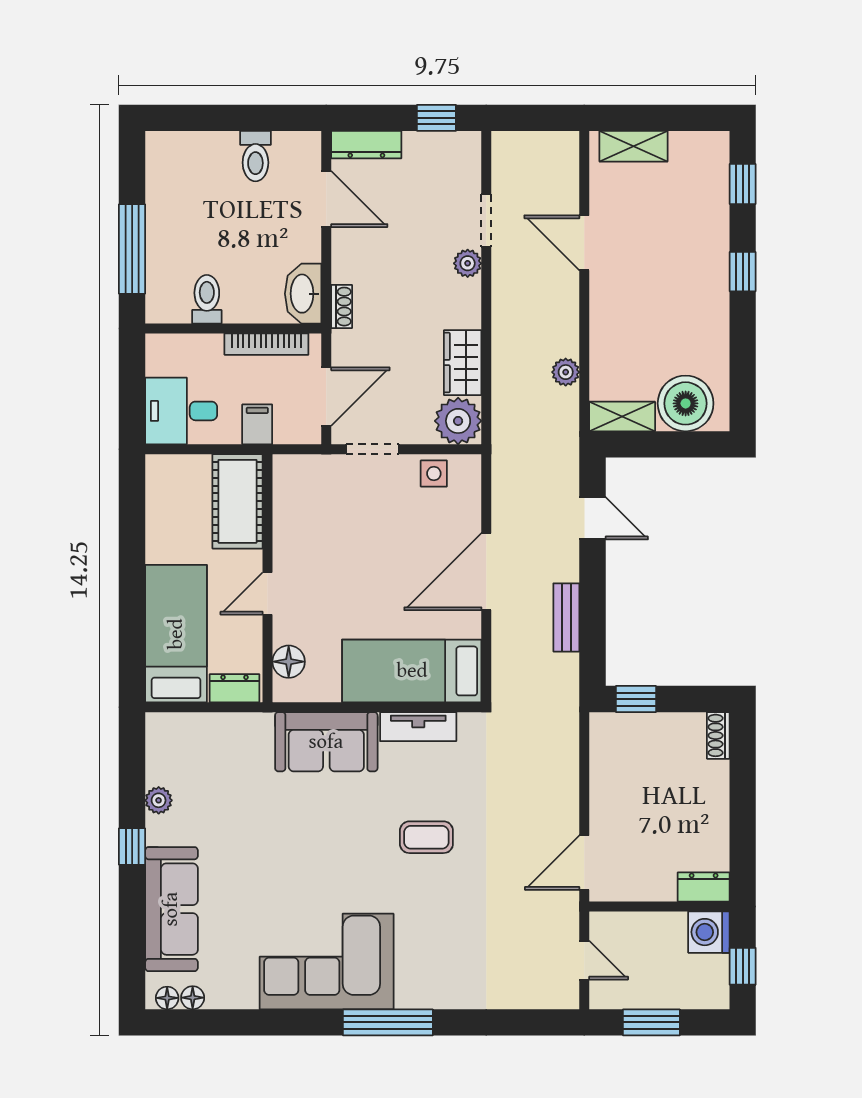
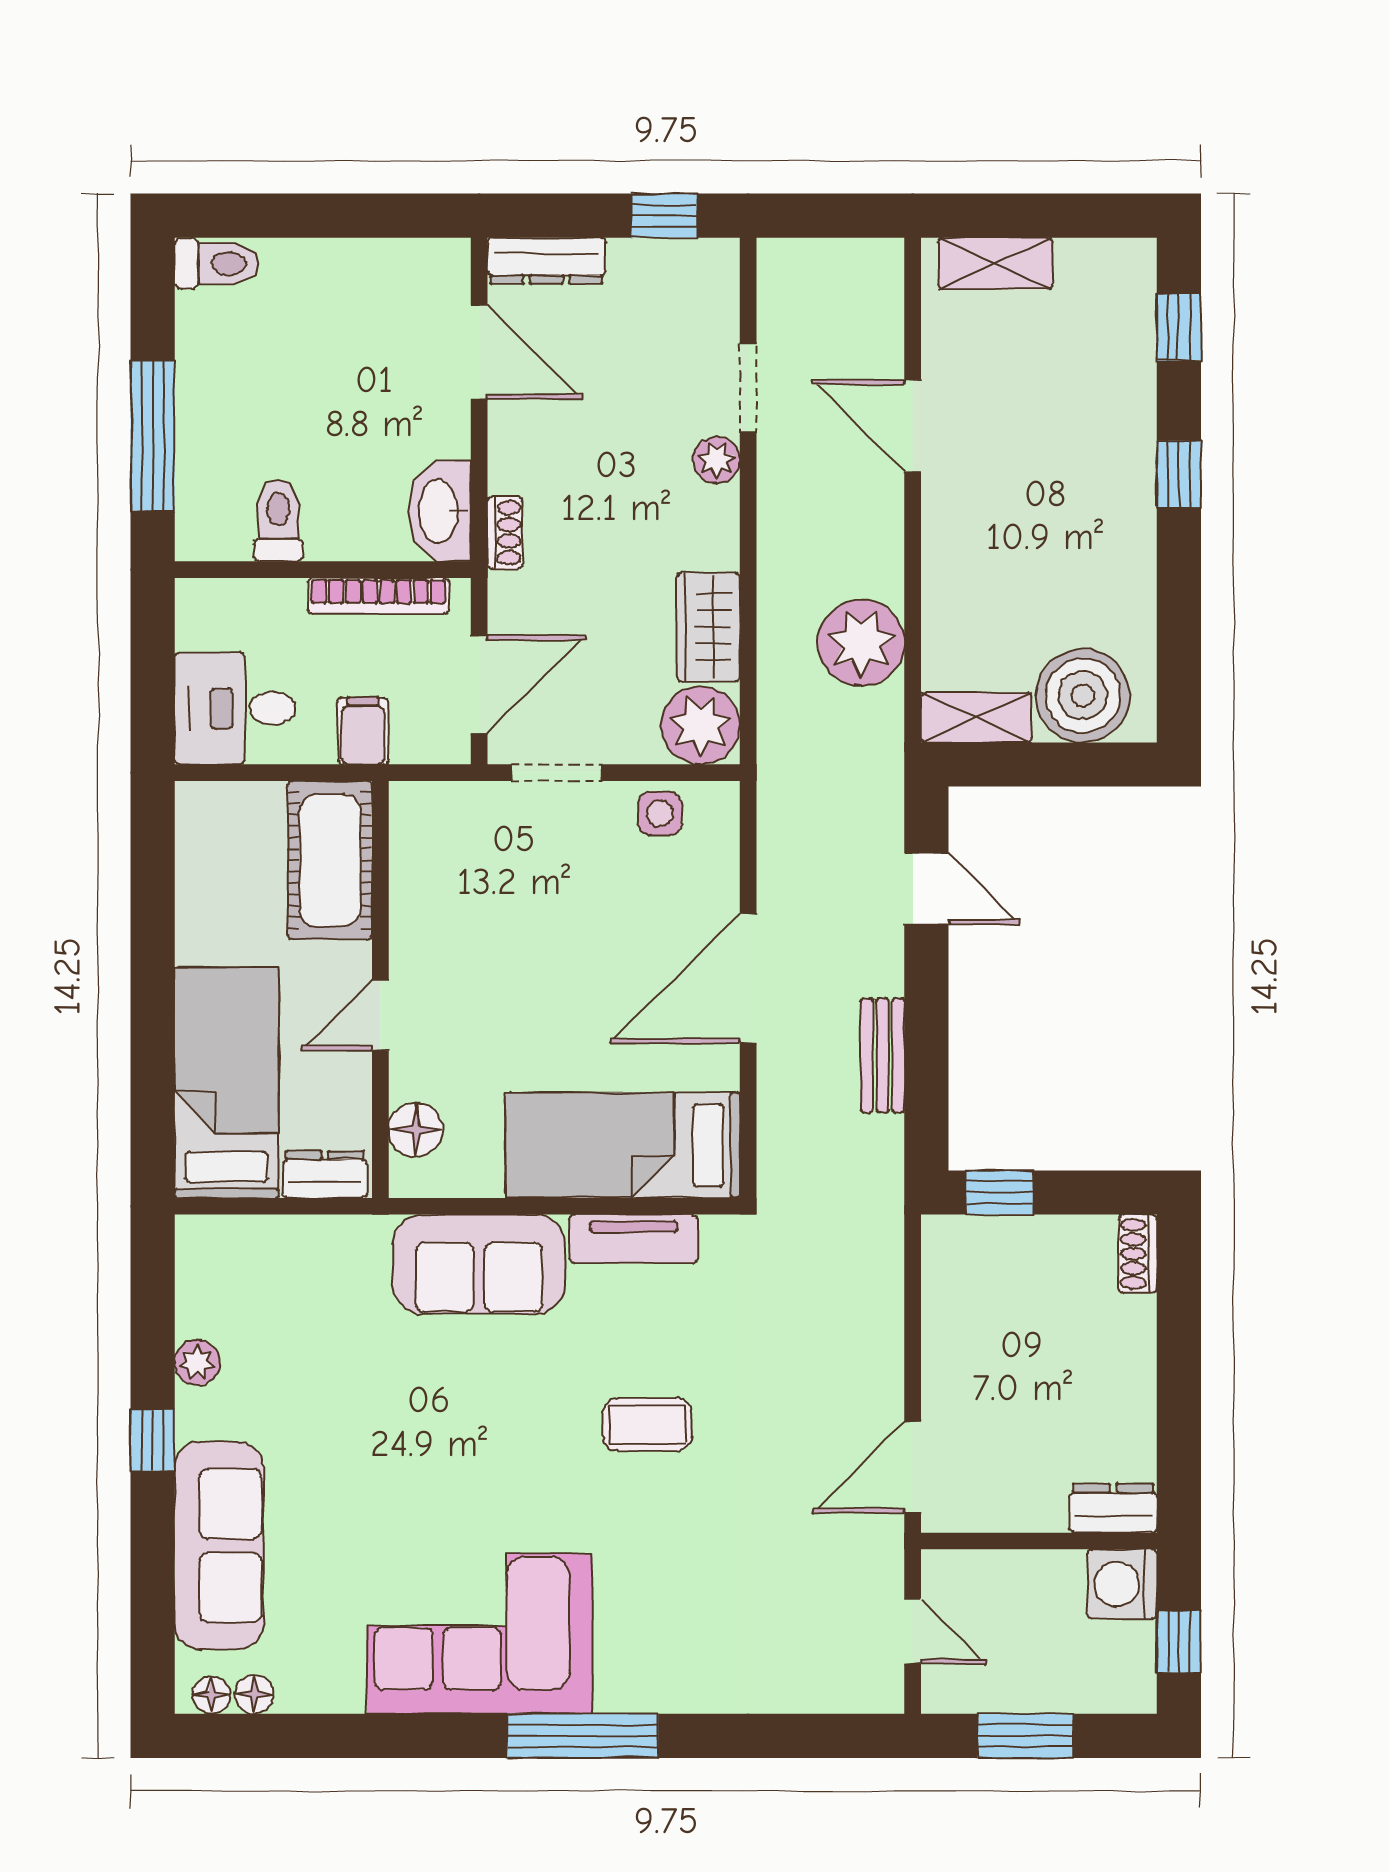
toilet: (255, 156) -> (217, 263), moved, turned -90
plant: (566, 372) -> (861, 643), width x1.88, depth x1.88

